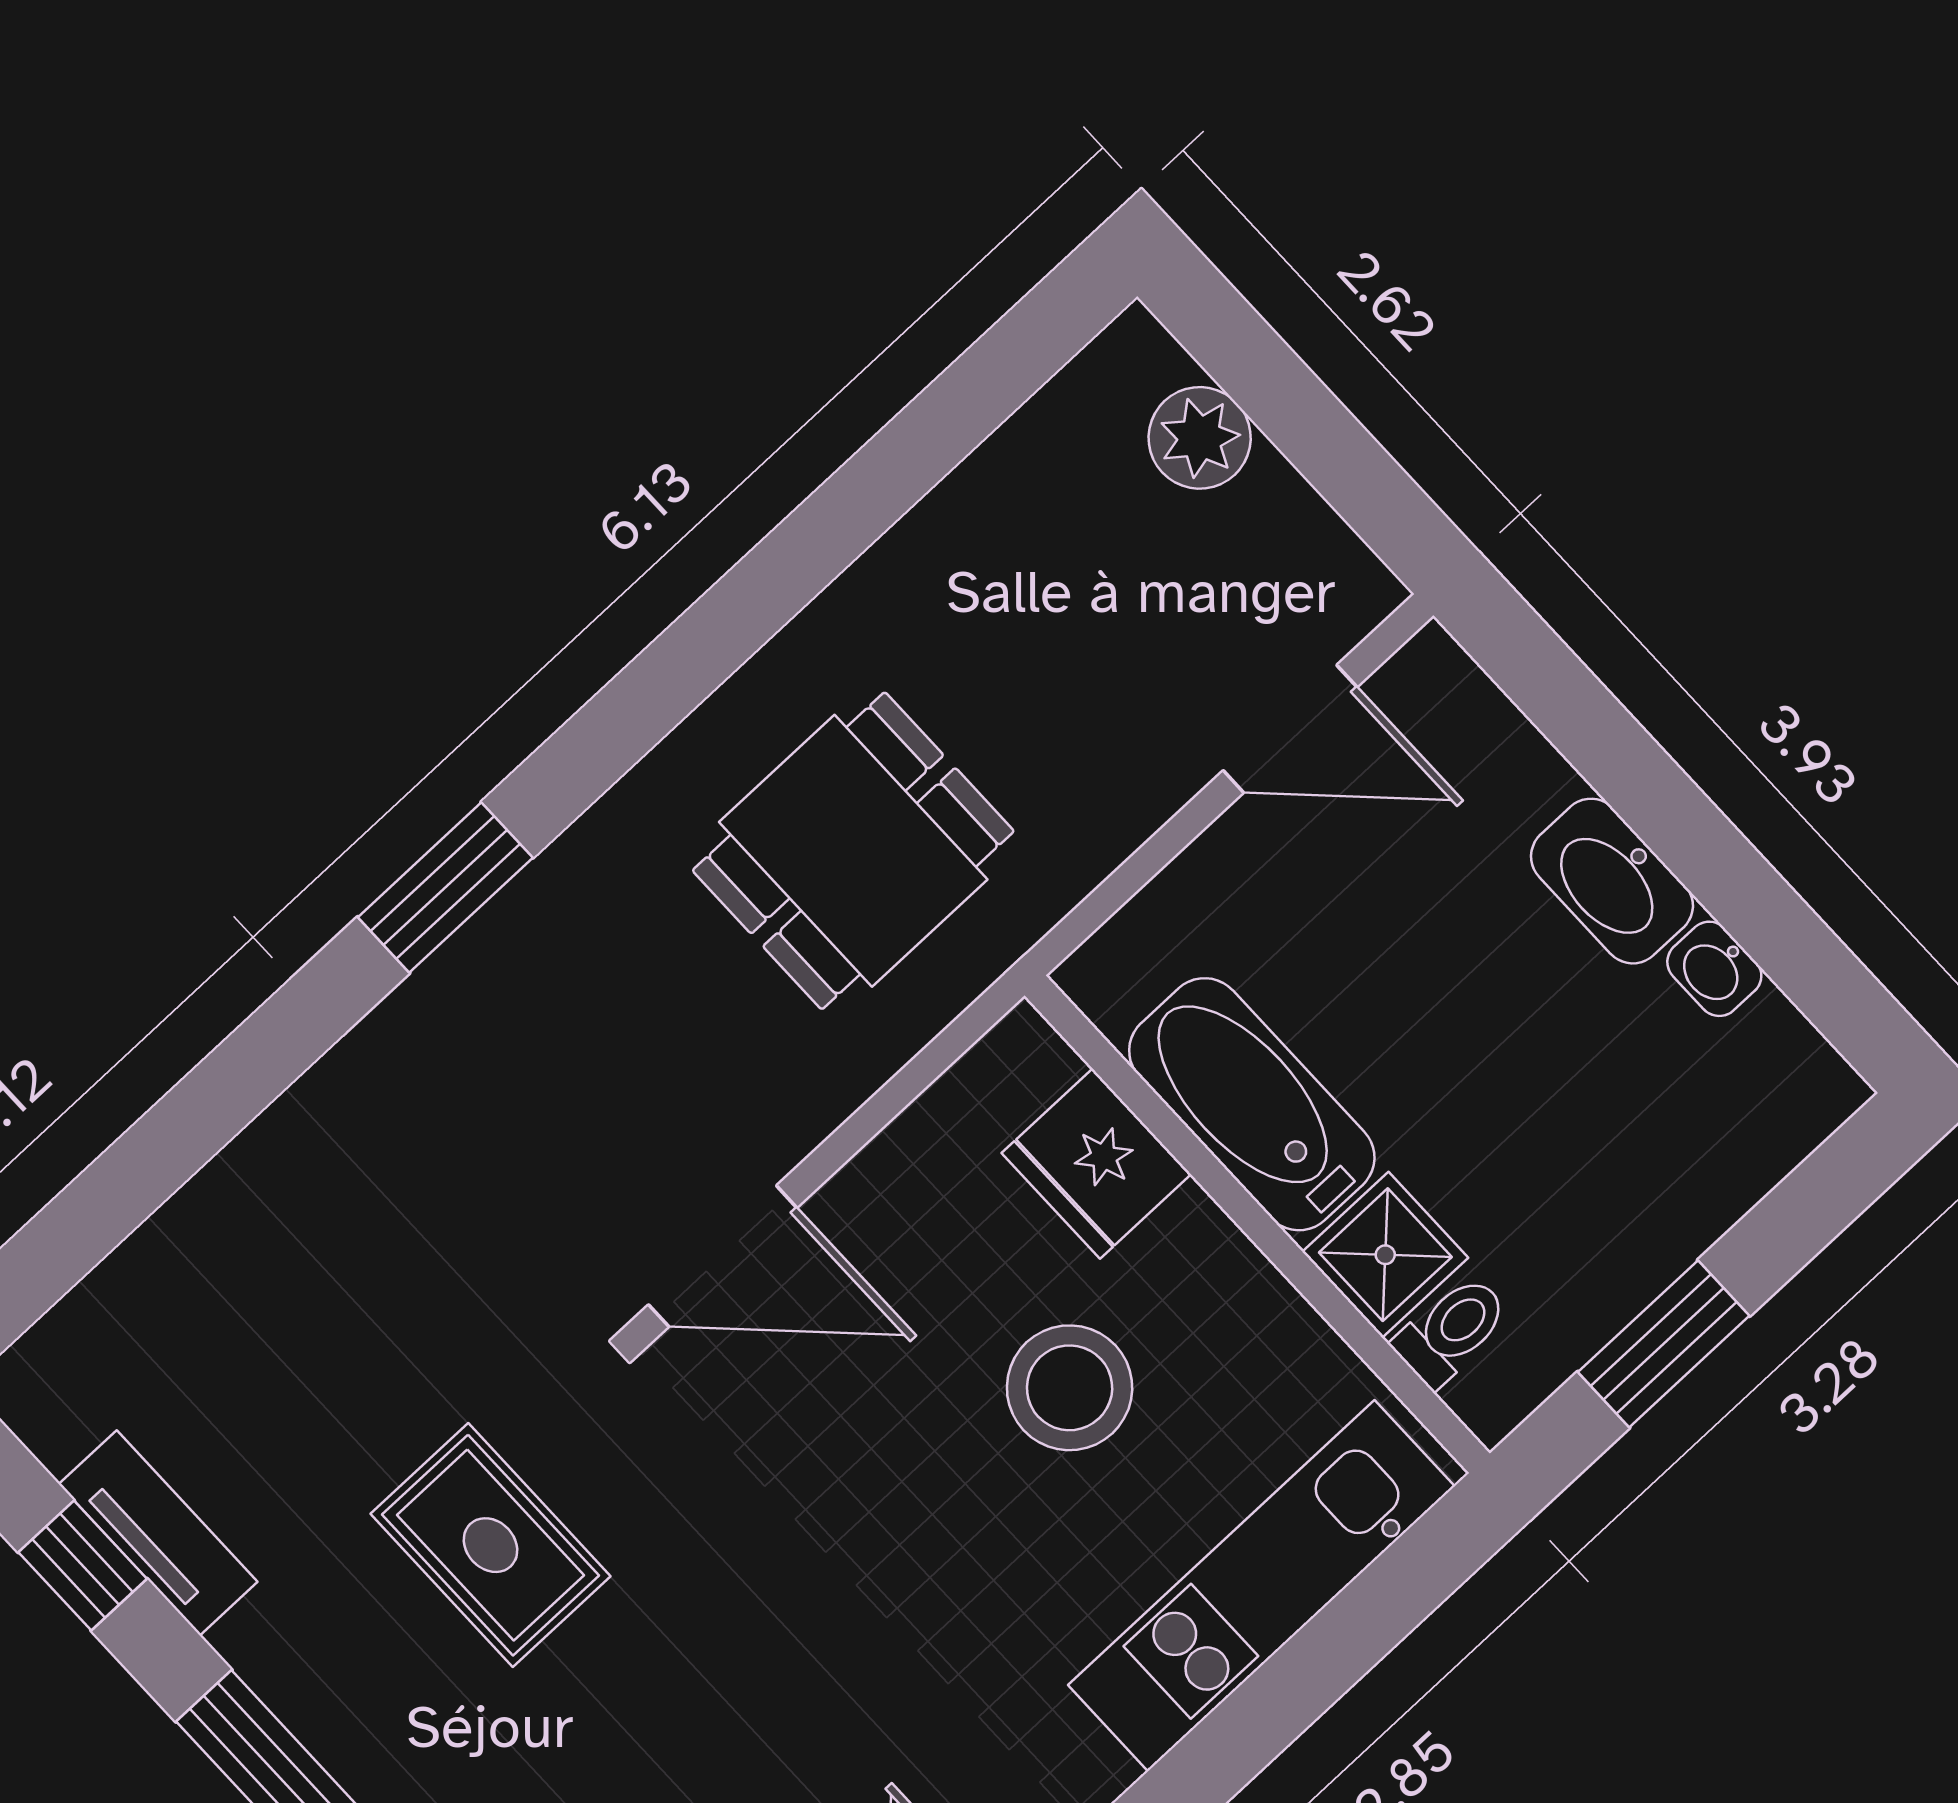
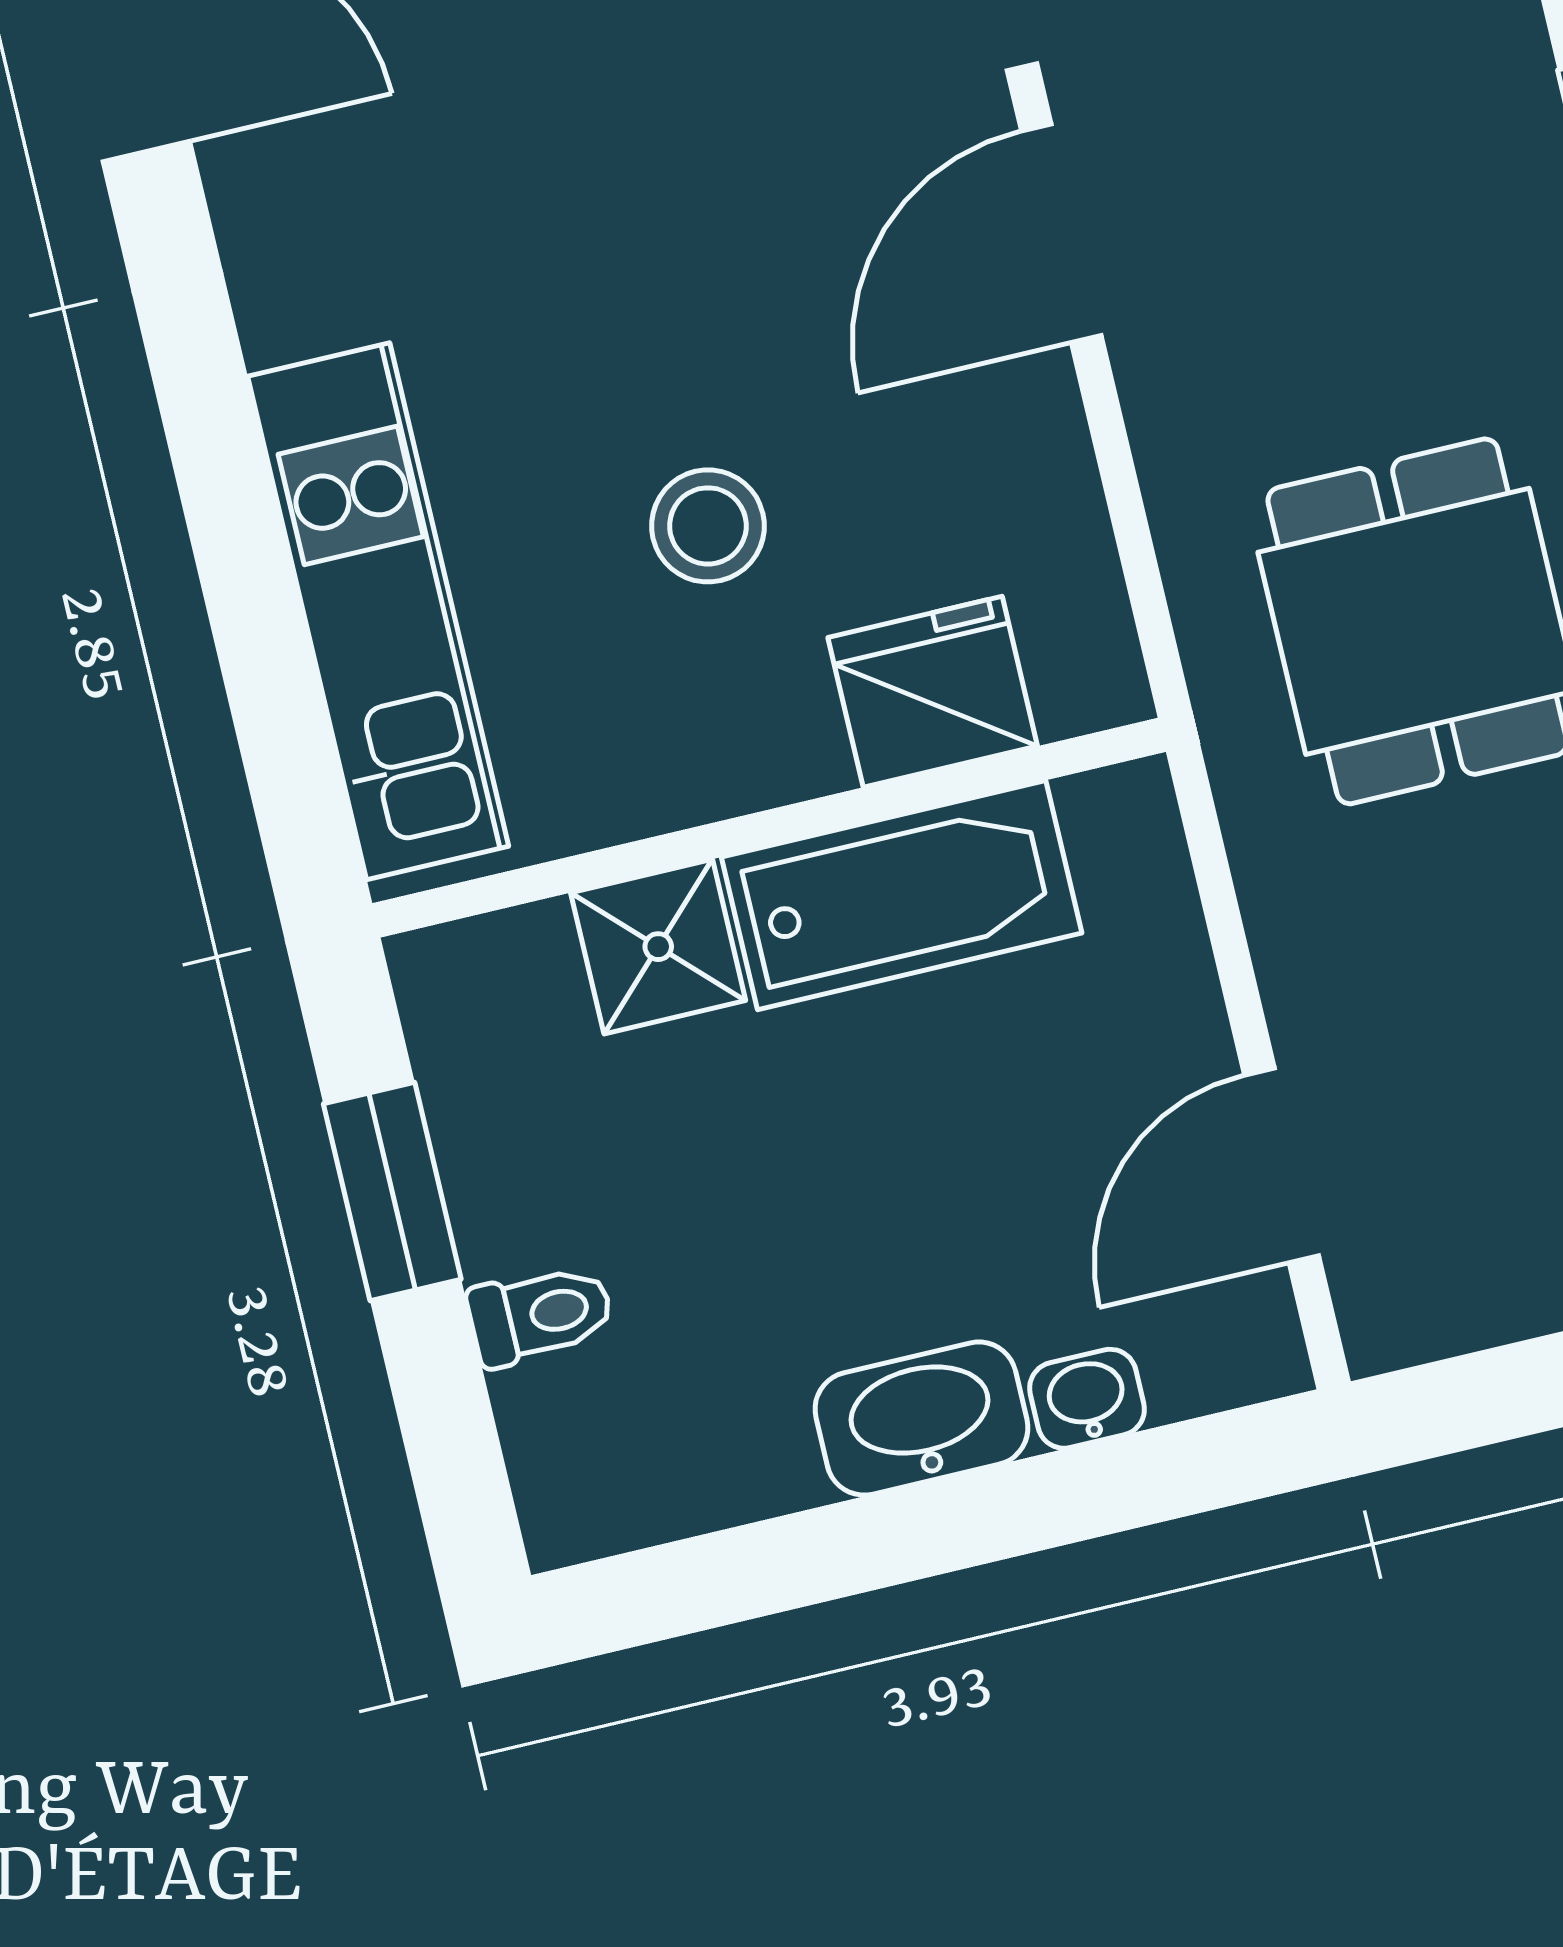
washbasin: (1714, 969) -> (1087, 1399), moved
toilet: (1451, 1331) -> (540, 1315), moved, turned -90
stool: (1070, 1388) -> (708, 526), width x0.73, depth x0.73

